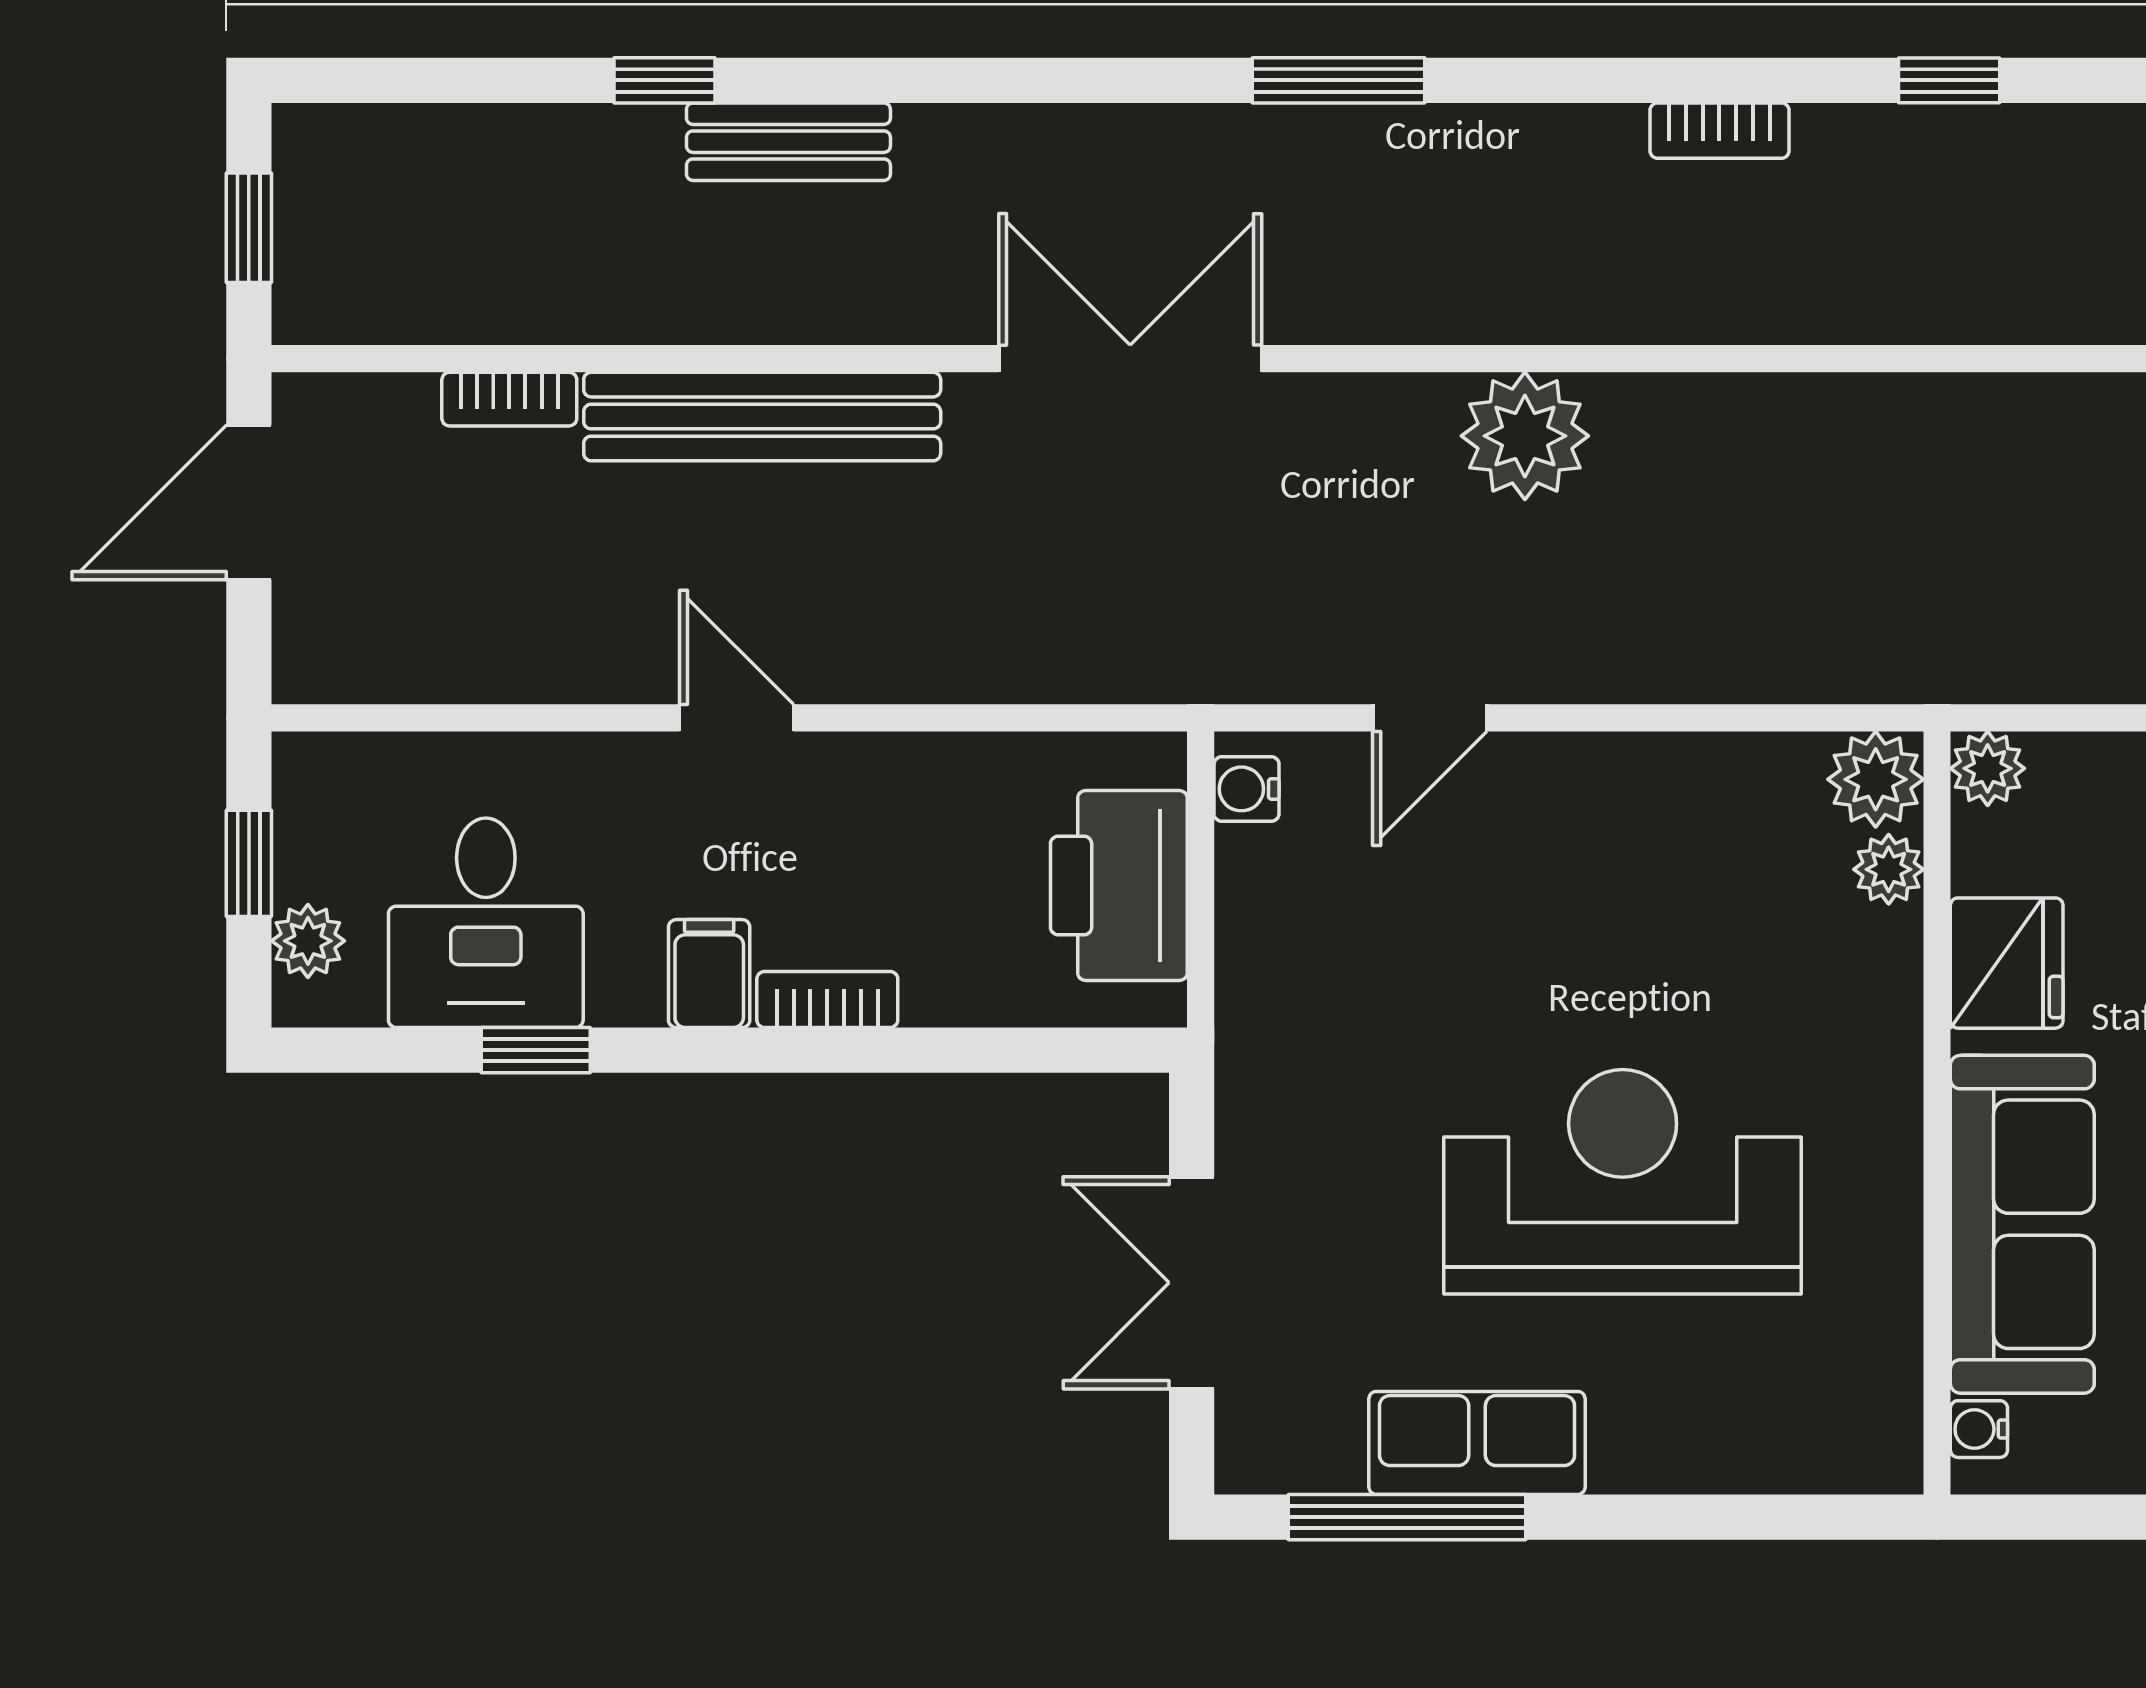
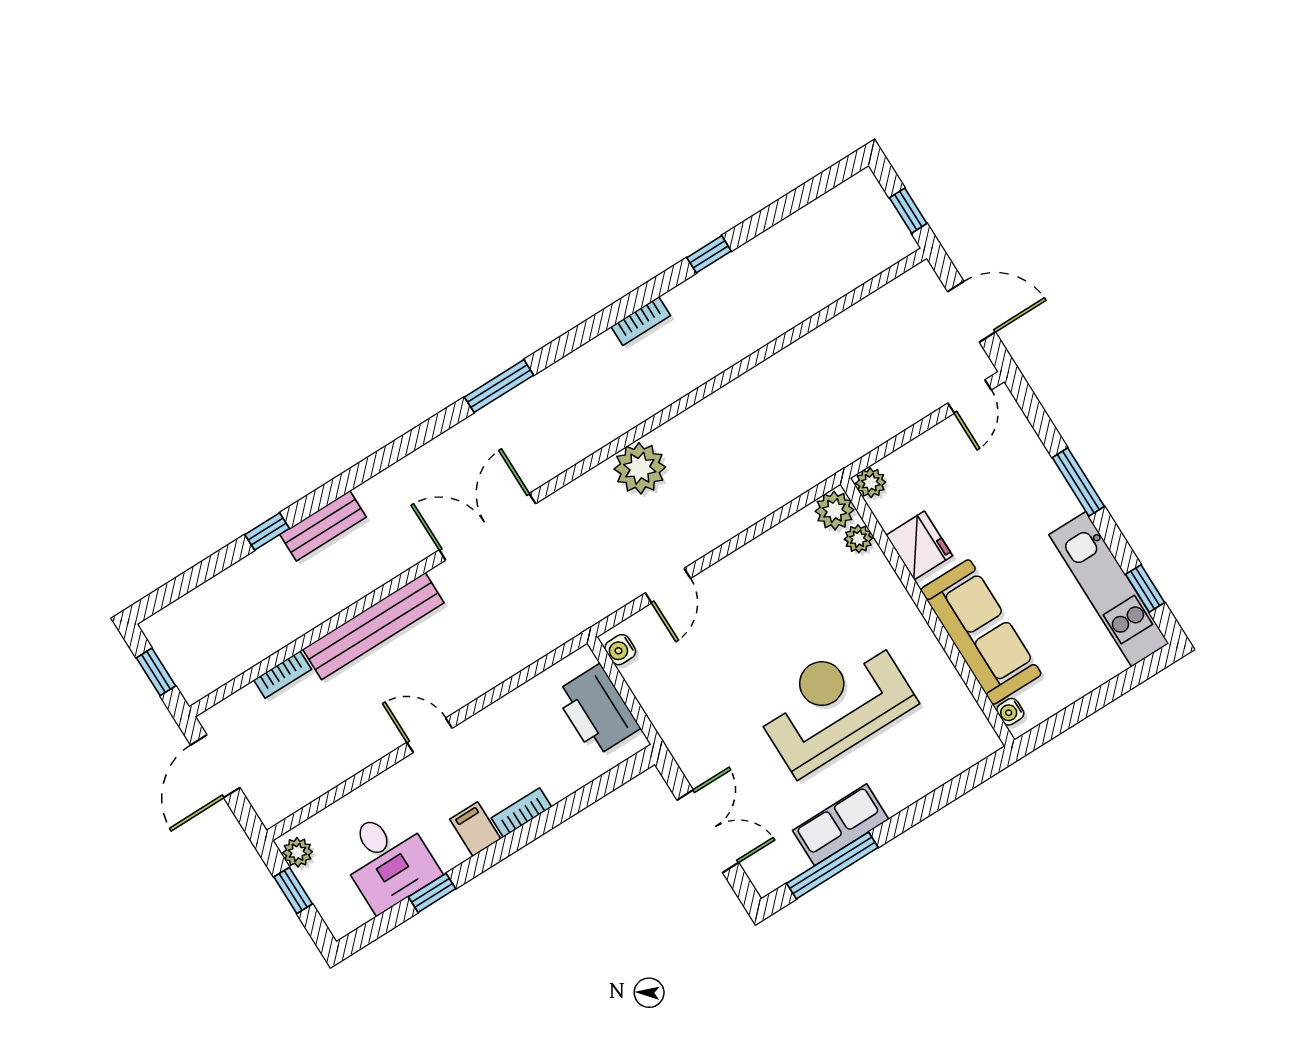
plant: (308, 941) -> (298, 852), moved
double door: (1192, 1283) -> (708, 831), swing flipped

